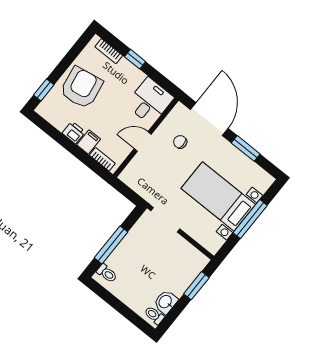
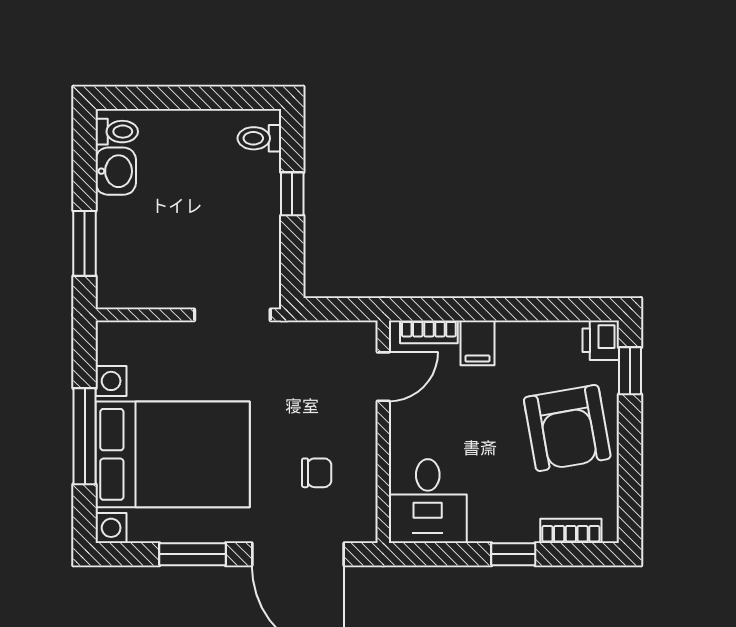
printer: (74, 132) -> (601, 340), moved, turned 90
door: (143, 141) -> (383, 377), moved
bed with nightstands: (218, 196) -> (173, 454), width x1.36
window: (111, 245) -> (292, 194), width x0.46

